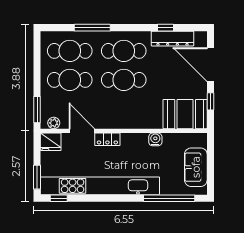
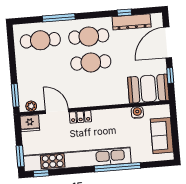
door: (210, 65) -> (168, 42), hinge flipped
cafe table: (70, 80) -> (42, 66), removed
water cooler: (155, 139) -> (137, 112), moved
window: (169, 198) -> (117, 167), moved

